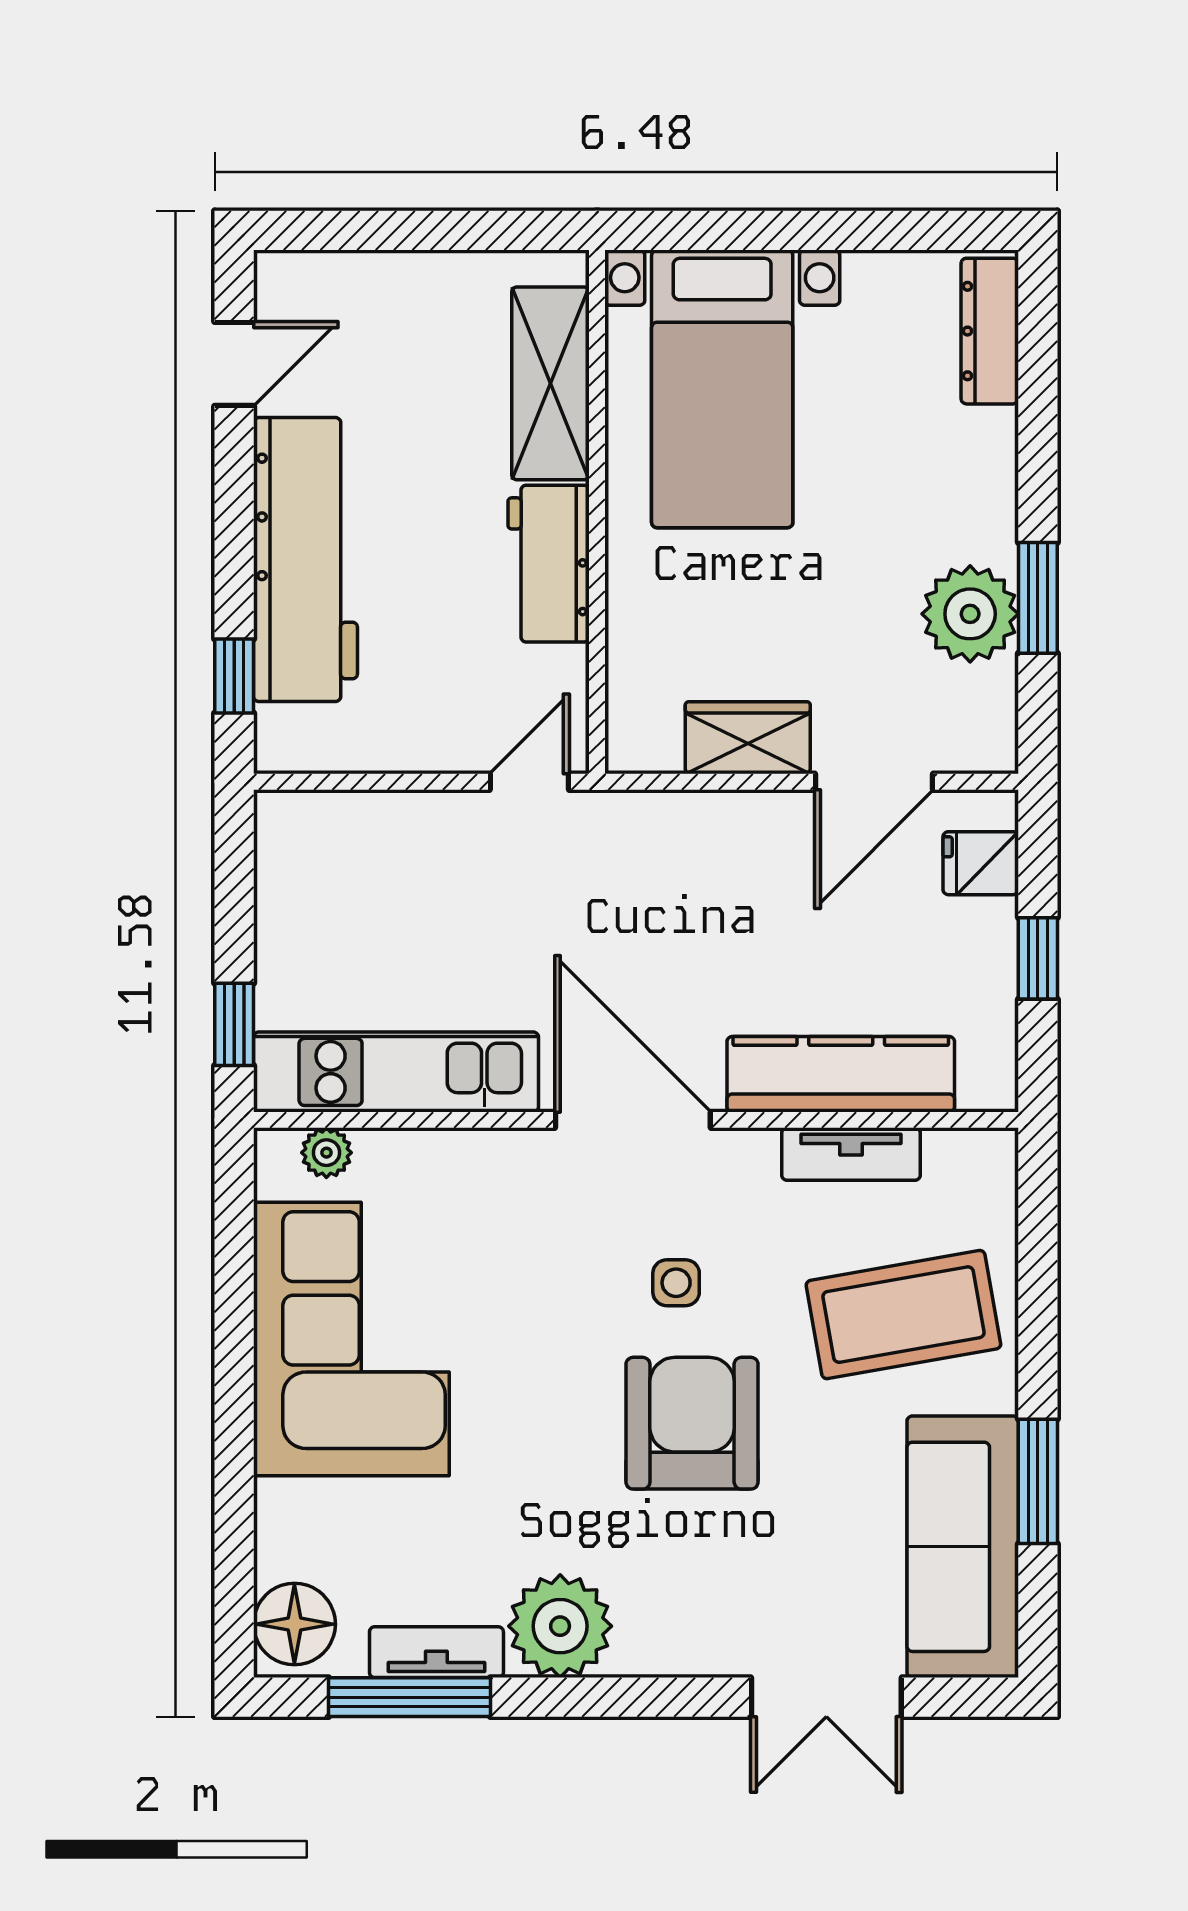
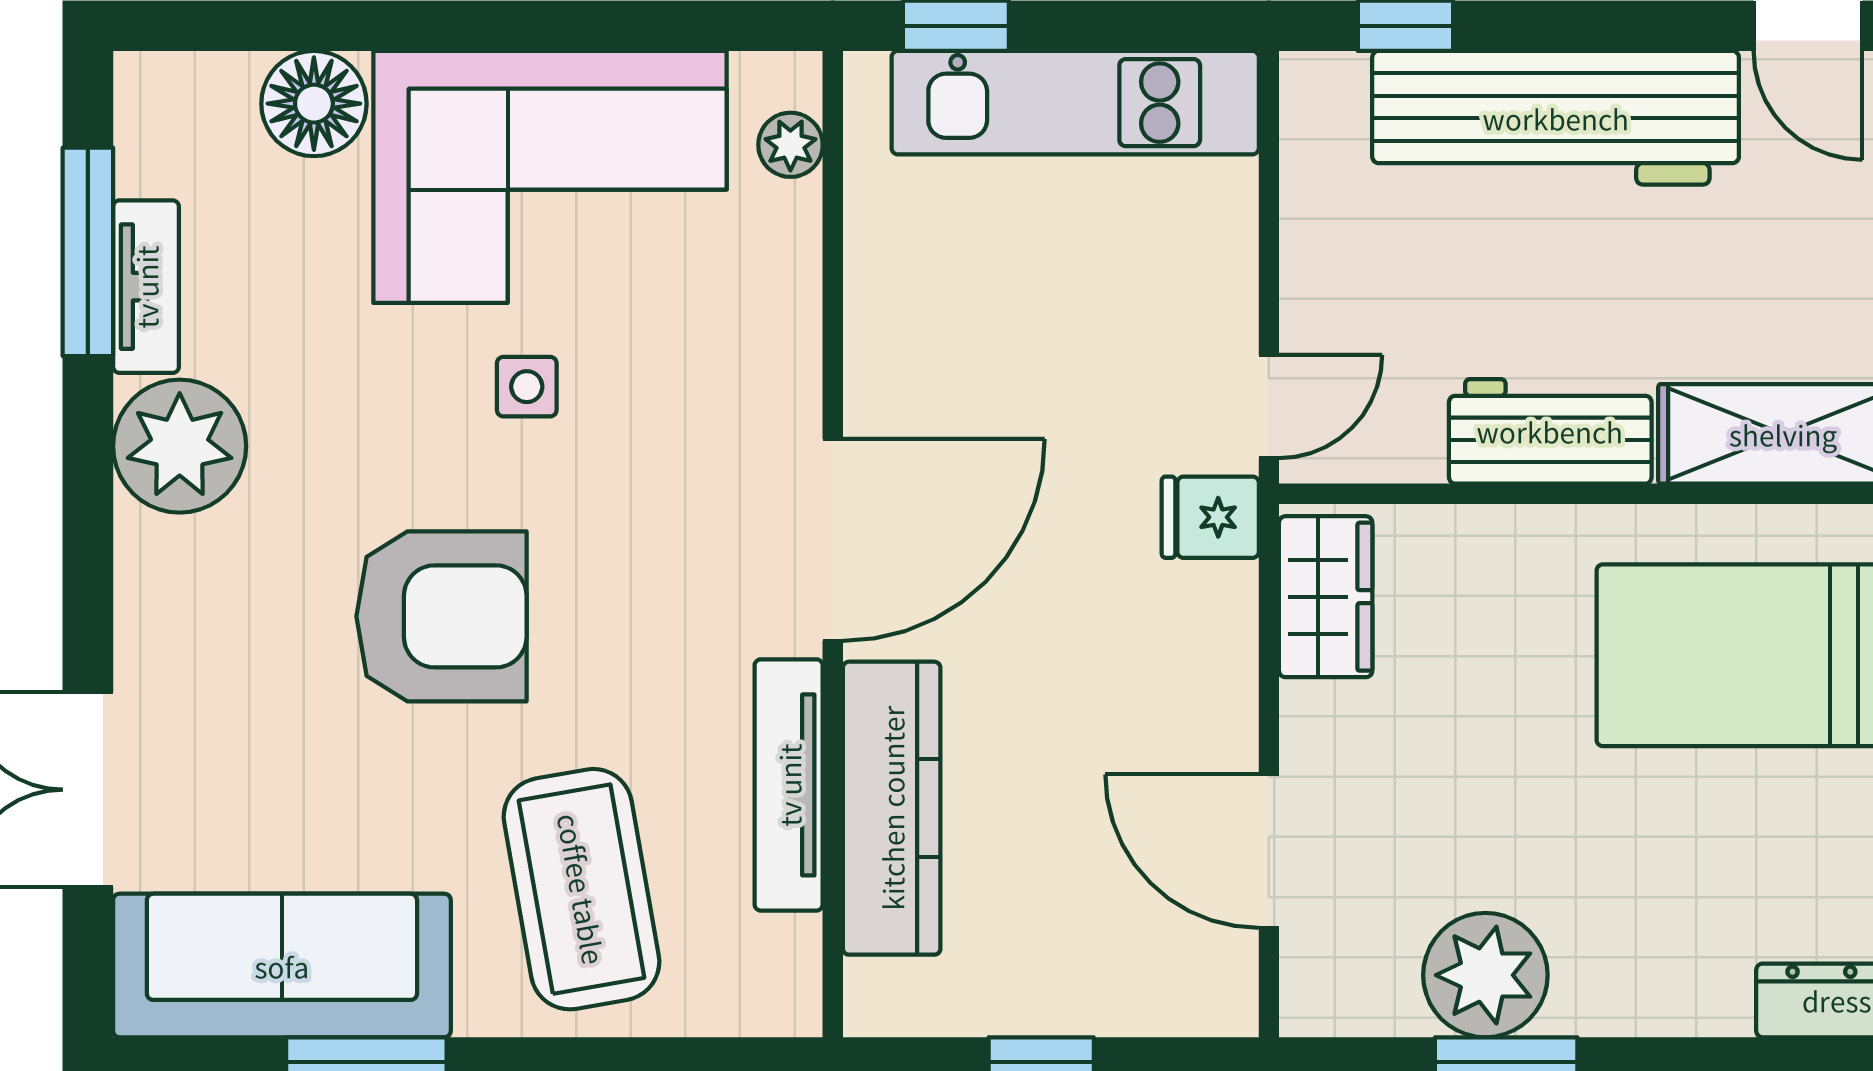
wardrobe: (748, 738) -> (1326, 597), moved
door: (529, 782) -> (1269, 406), hinge flipped
fridge: (981, 863) -> (1210, 517), moved, turned -90
kitchen unit: (396, 1072) -> (1075, 103), moved, turned 90
tv unit: (851, 1154) -> (789, 785), width x1.41
side table: (676, 1283) -> (527, 387), moved
floor lamp: (294, 1624) -> (314, 104), moved

